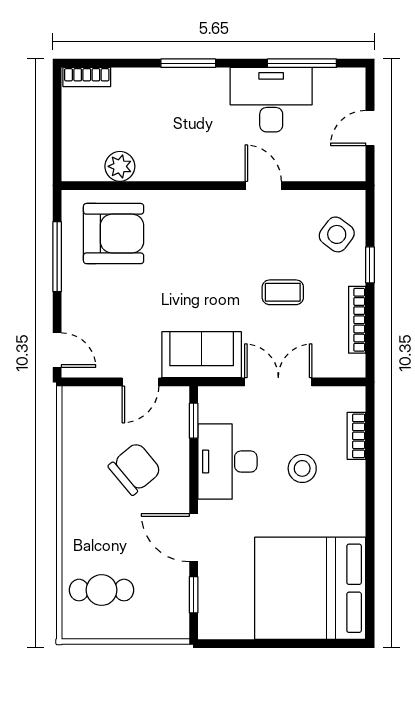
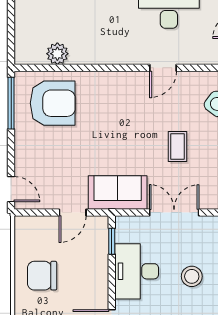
door: (263, 186) -> (163, 68), swing flipped
window: (57, 257) -> (11, 103), moved
coffee table: (283, 292) -> (177, 147), turned 90
chair: (135, 469) -> (42, 276), moved, turned -140

